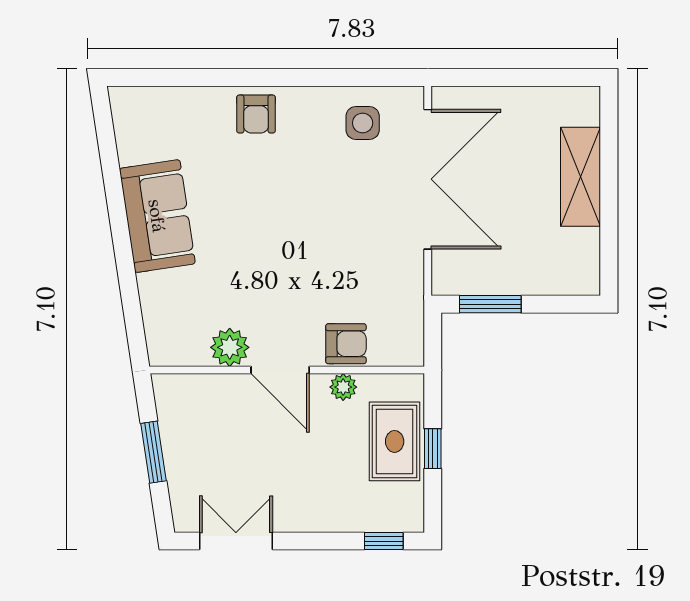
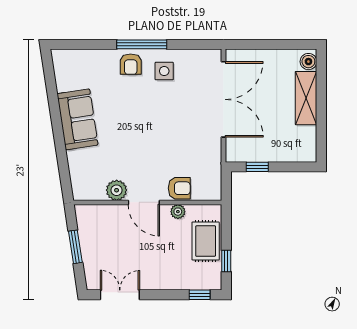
window: (276, 77) -> (142, 44), added
boiler: (585, 109) -> (308, 62), added
side table: (363, 123) -> (164, 71), moved
window: (490, 304) -> (257, 167), width x0.67
window: (433, 449) -> (226, 261), moved

